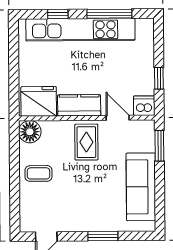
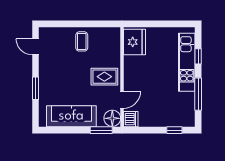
kitchen unit: (80, 30) -> (187, 62), width x0.73
window: (159, 78) -> (174, 130), moved
kitchen counter: (79, 105) -> (131, 72), removed
floor lamp: (30, 132) -> (112, 118), moved

